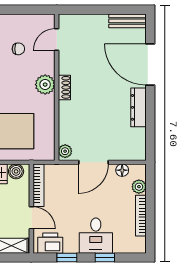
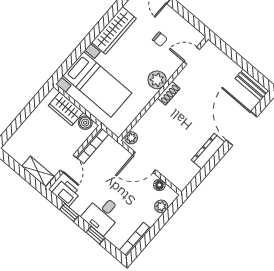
bookcase: (141, 216) -> (135, 239), moved

